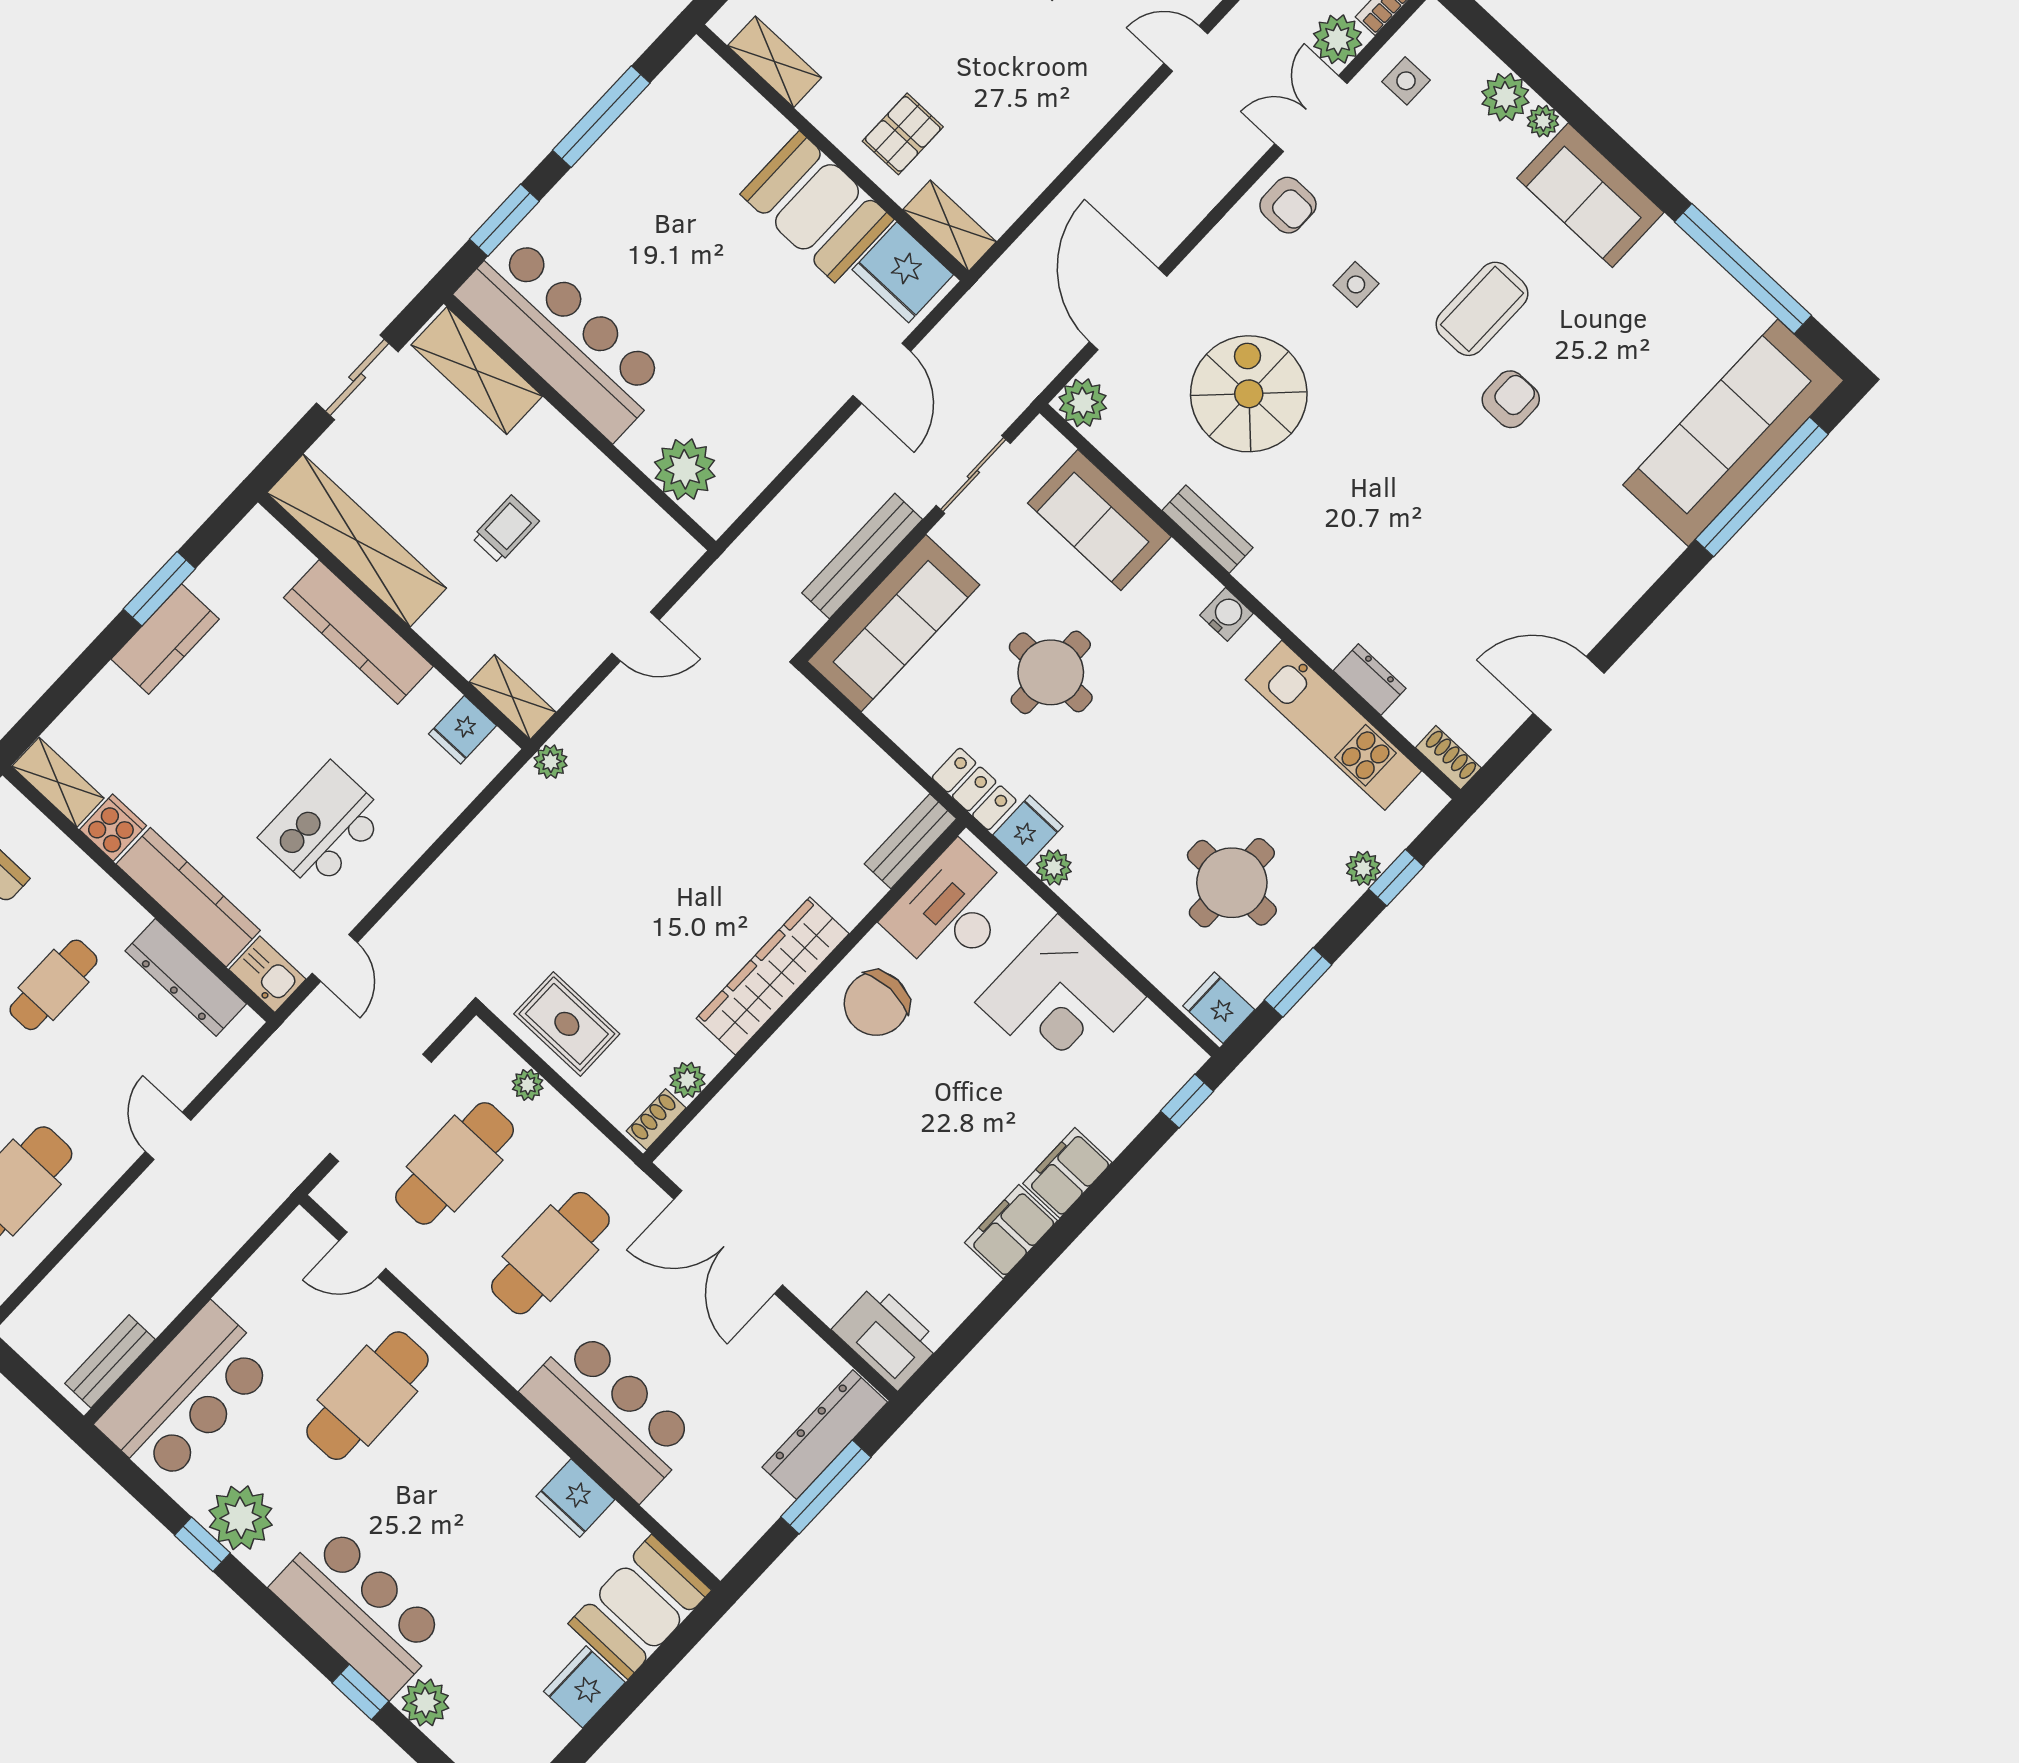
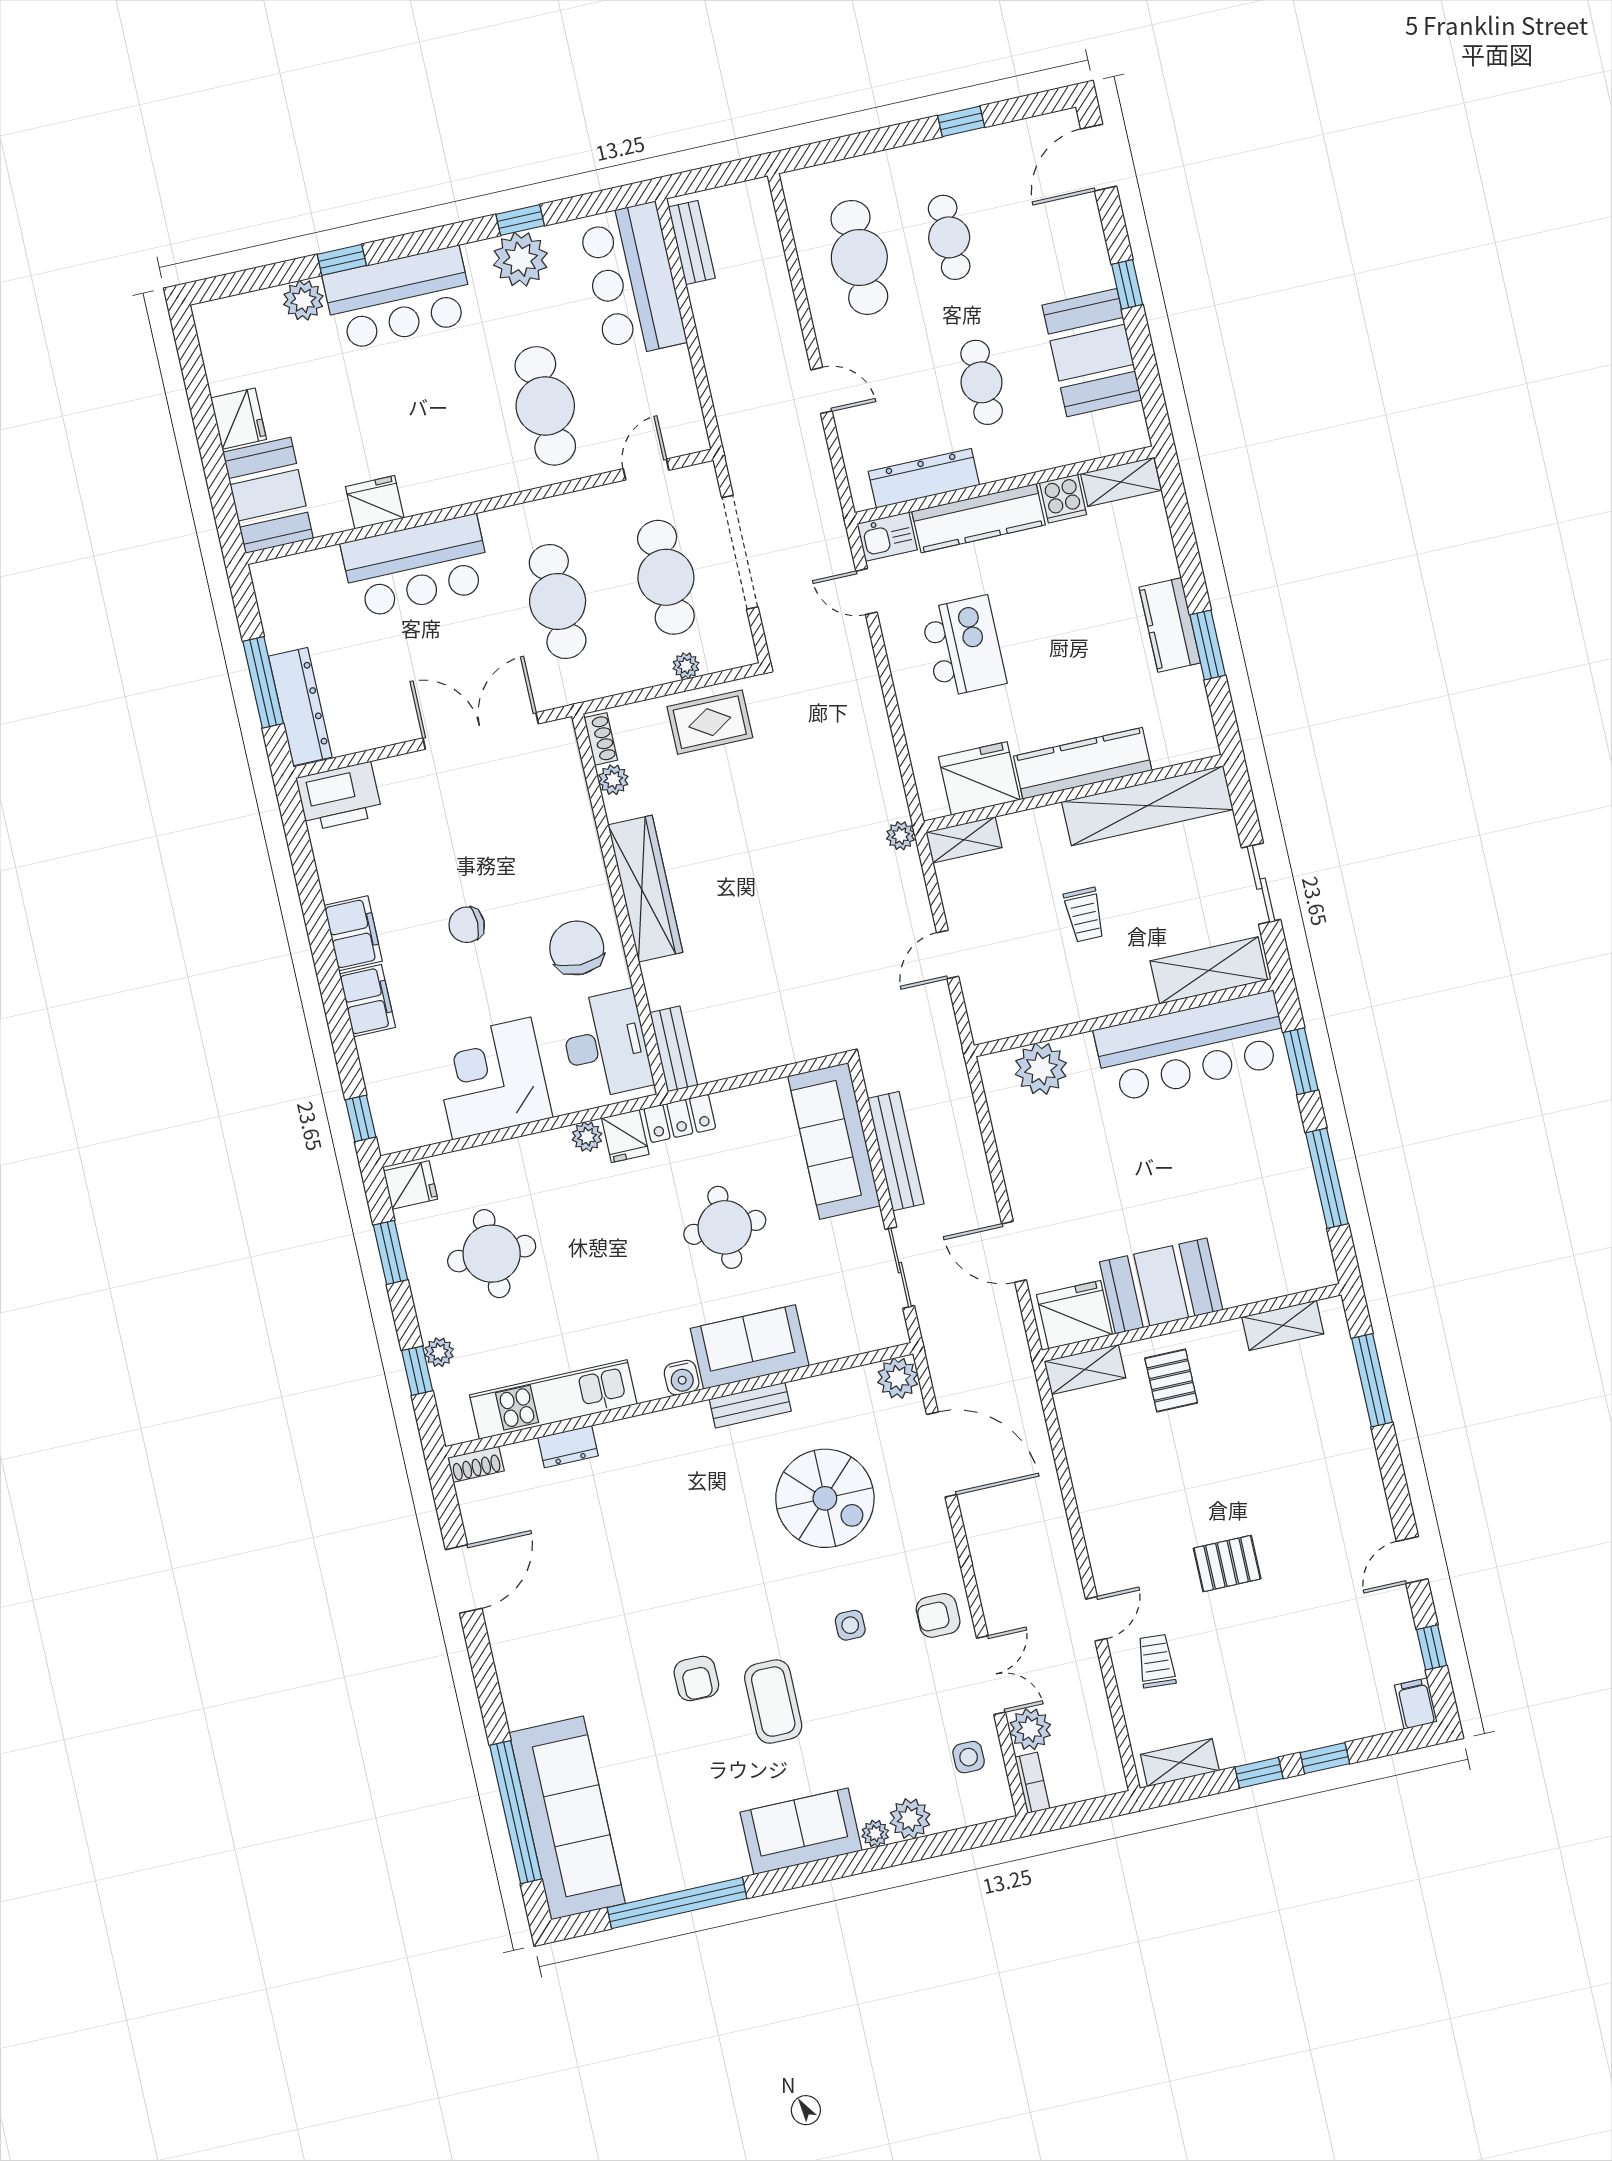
sofa: (1099, 520) -> (750, 1347), moved
fridge: (462, 730) -> (979, 778), width x1.88, depth x1.34
chair: (927, 1126) -> (467, 925), added

